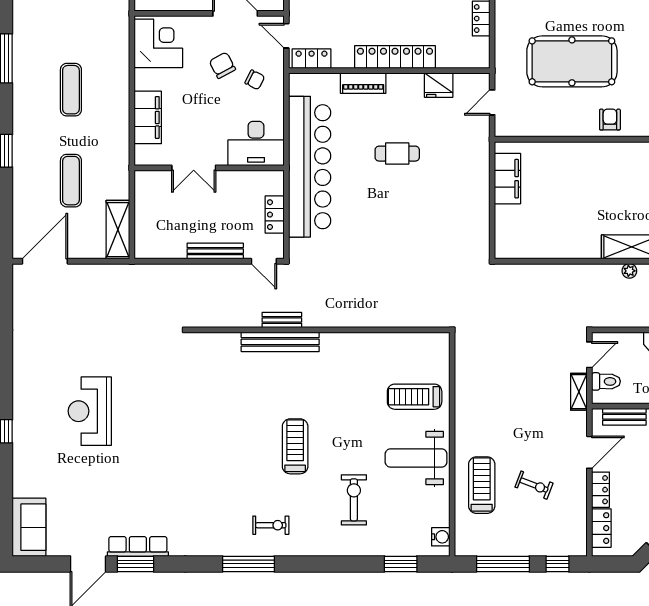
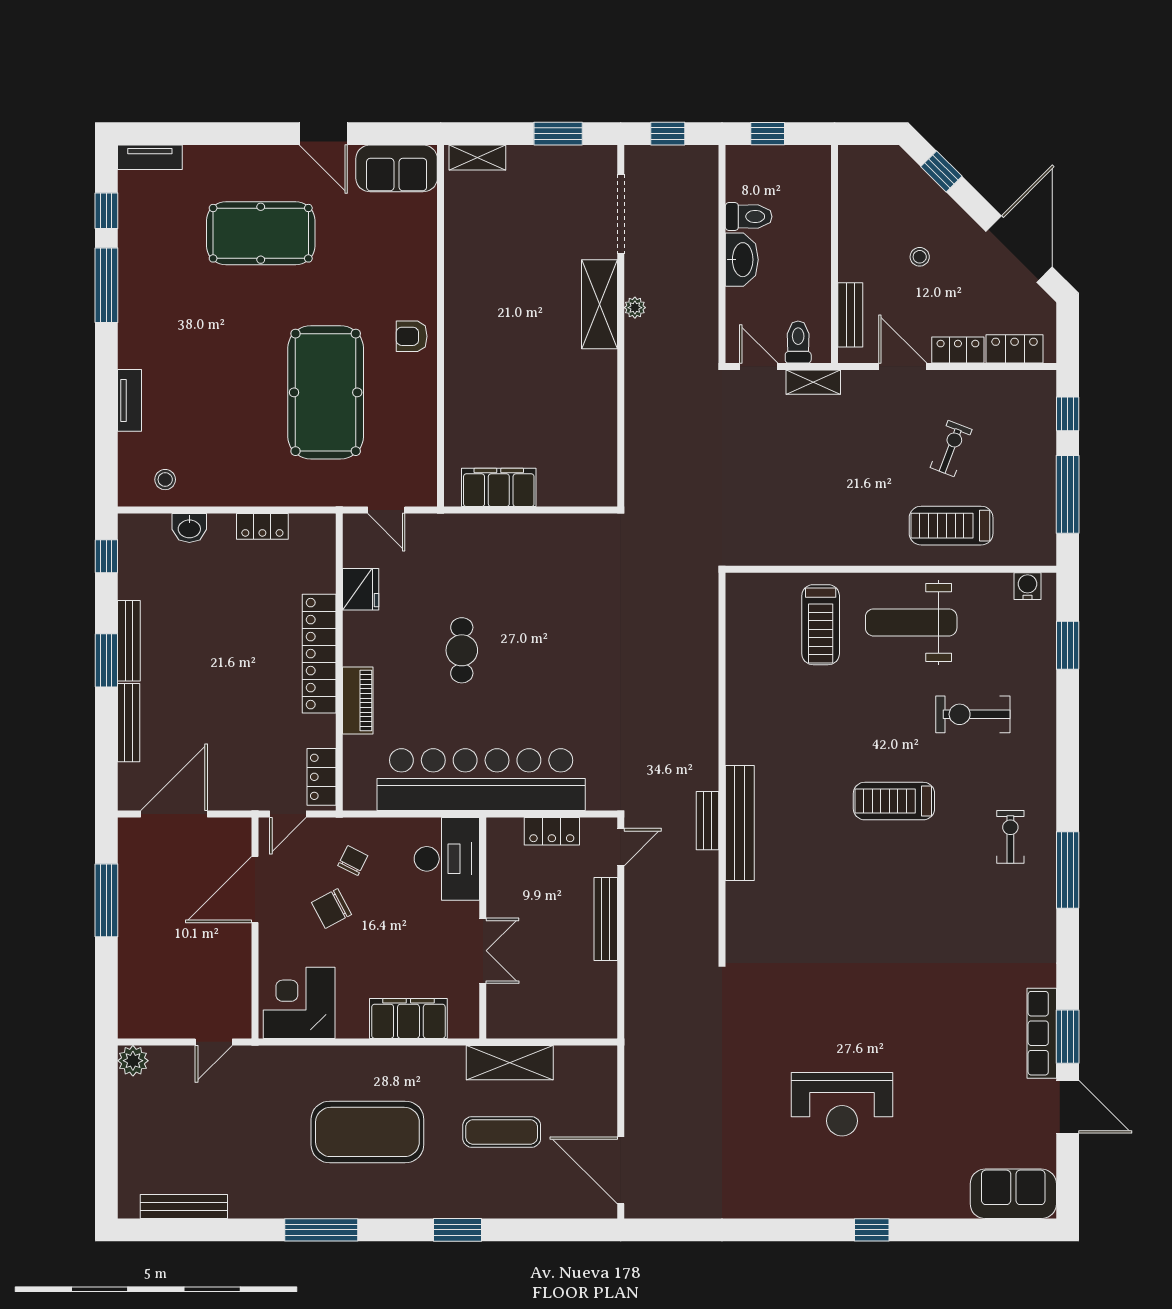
exercise mat: (71, 90) -> (367, 1132), width x2.00, depth x1.45
shelving: (118, 230) -> (510, 1063), moved
weight bench: (416, 458) -> (911, 622), turned 90

